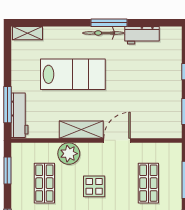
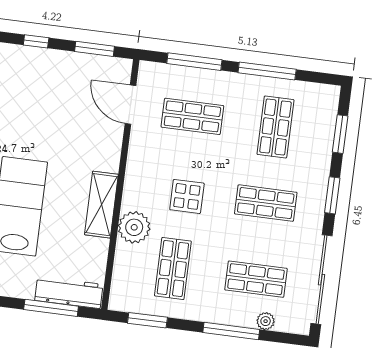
door: (117, 140) -> (130, 105), moved
shop shelf: (44, 183) -> (173, 269), turned 90

